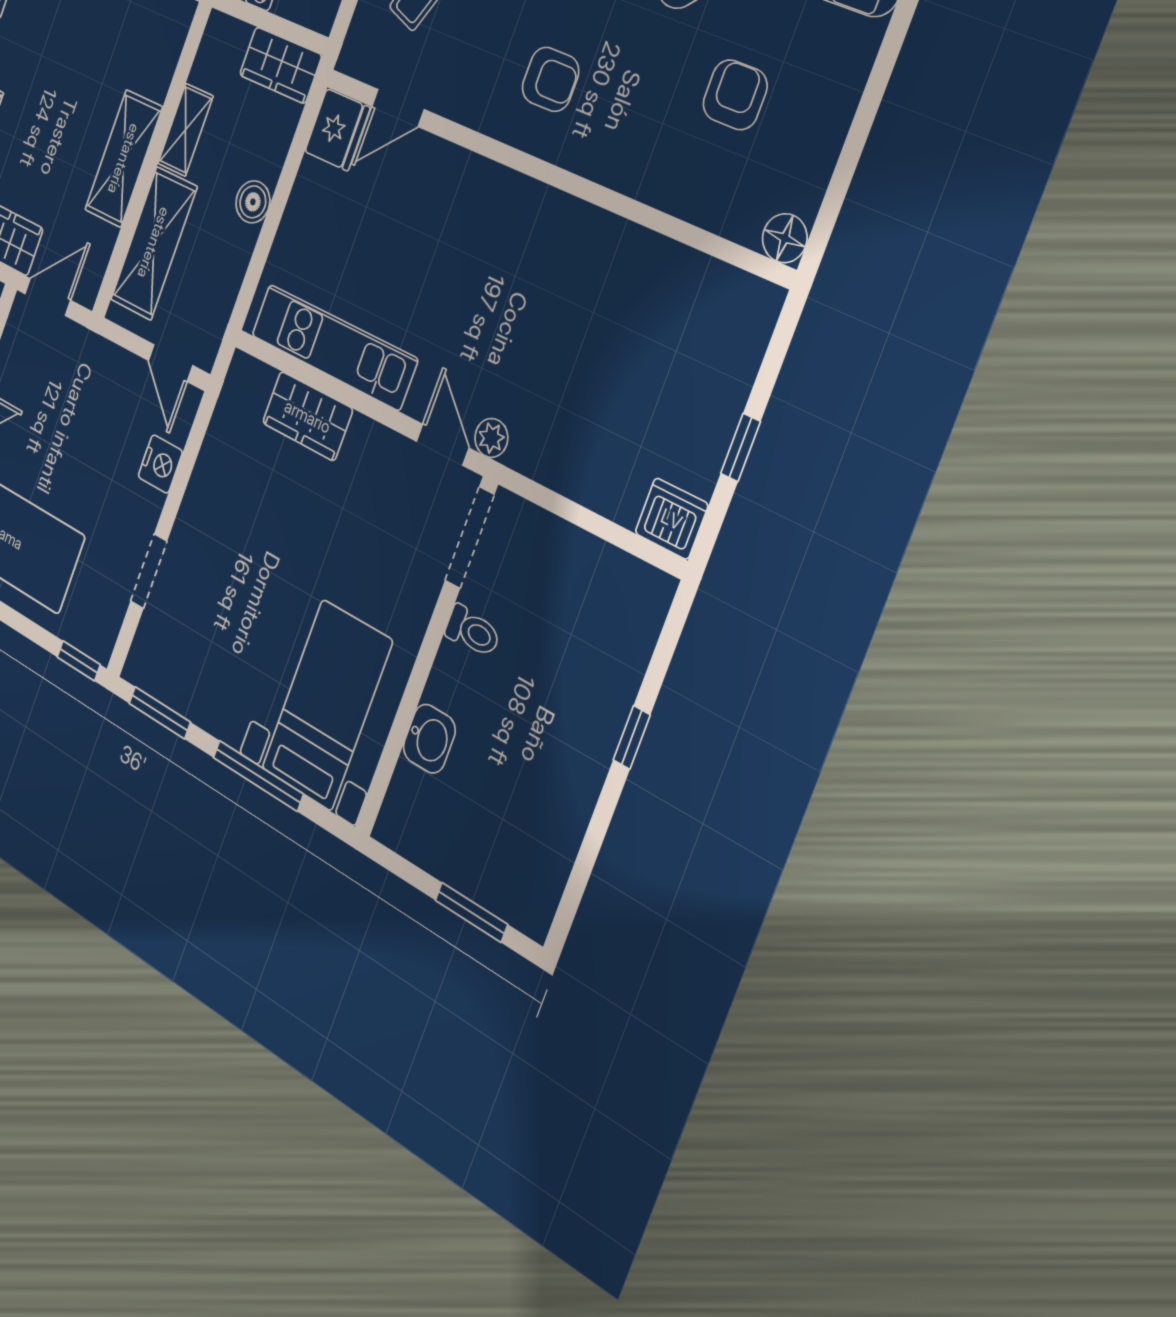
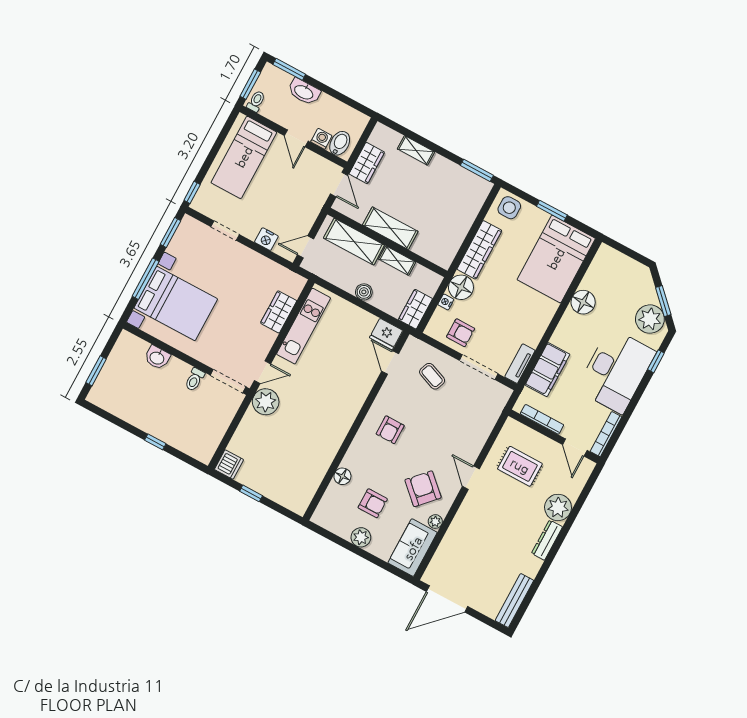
plant: (828, 113) -> (361, 537), added
floor lamp: (785, 238) -> (342, 476), moved
plant: (491, 438) -> (266, 402), width x1.87, depth x1.87
bed with nightstands: (327, 705) -> (176, 303), width x1.36

